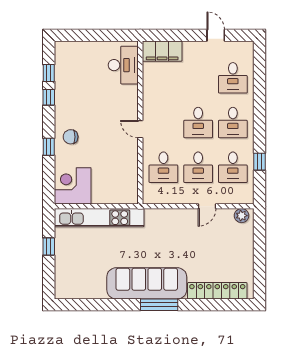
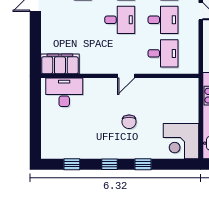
filing cabinet: (162, 51) -> (60, 64), moved, turned -90
window: (49, 97) -> (110, 164), moved
chair: (71, 137) -> (129, 122), moved

